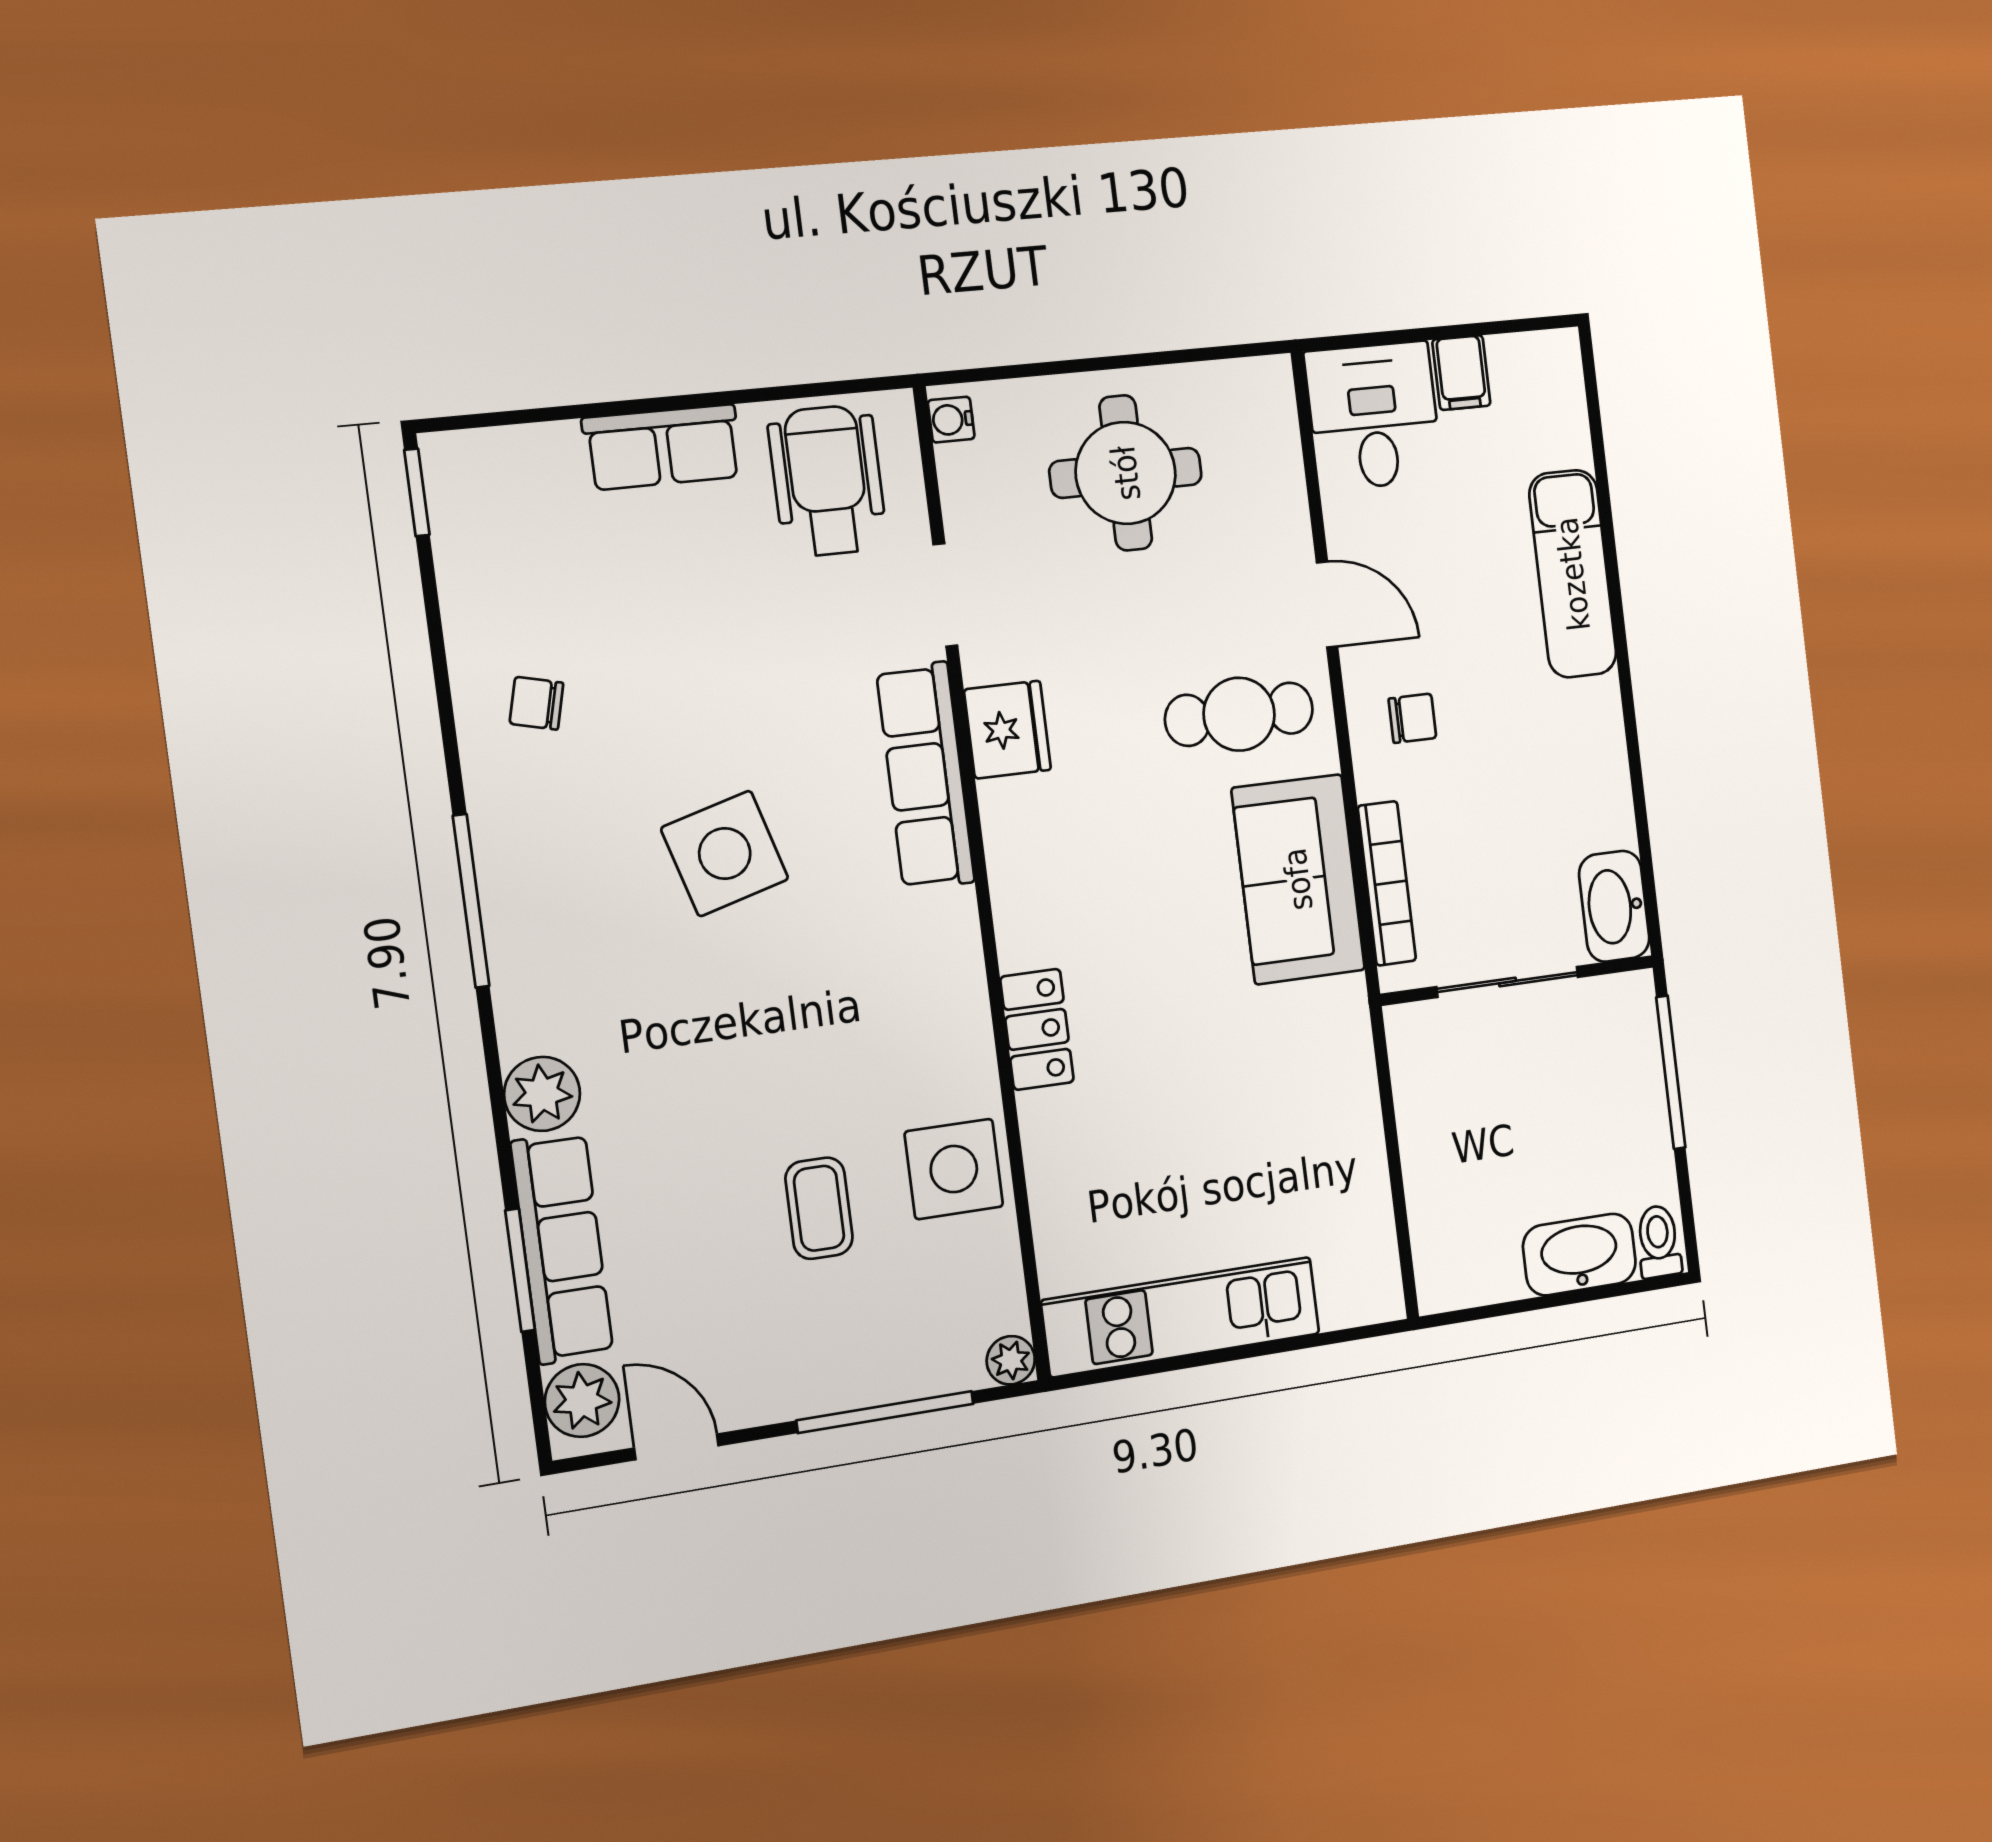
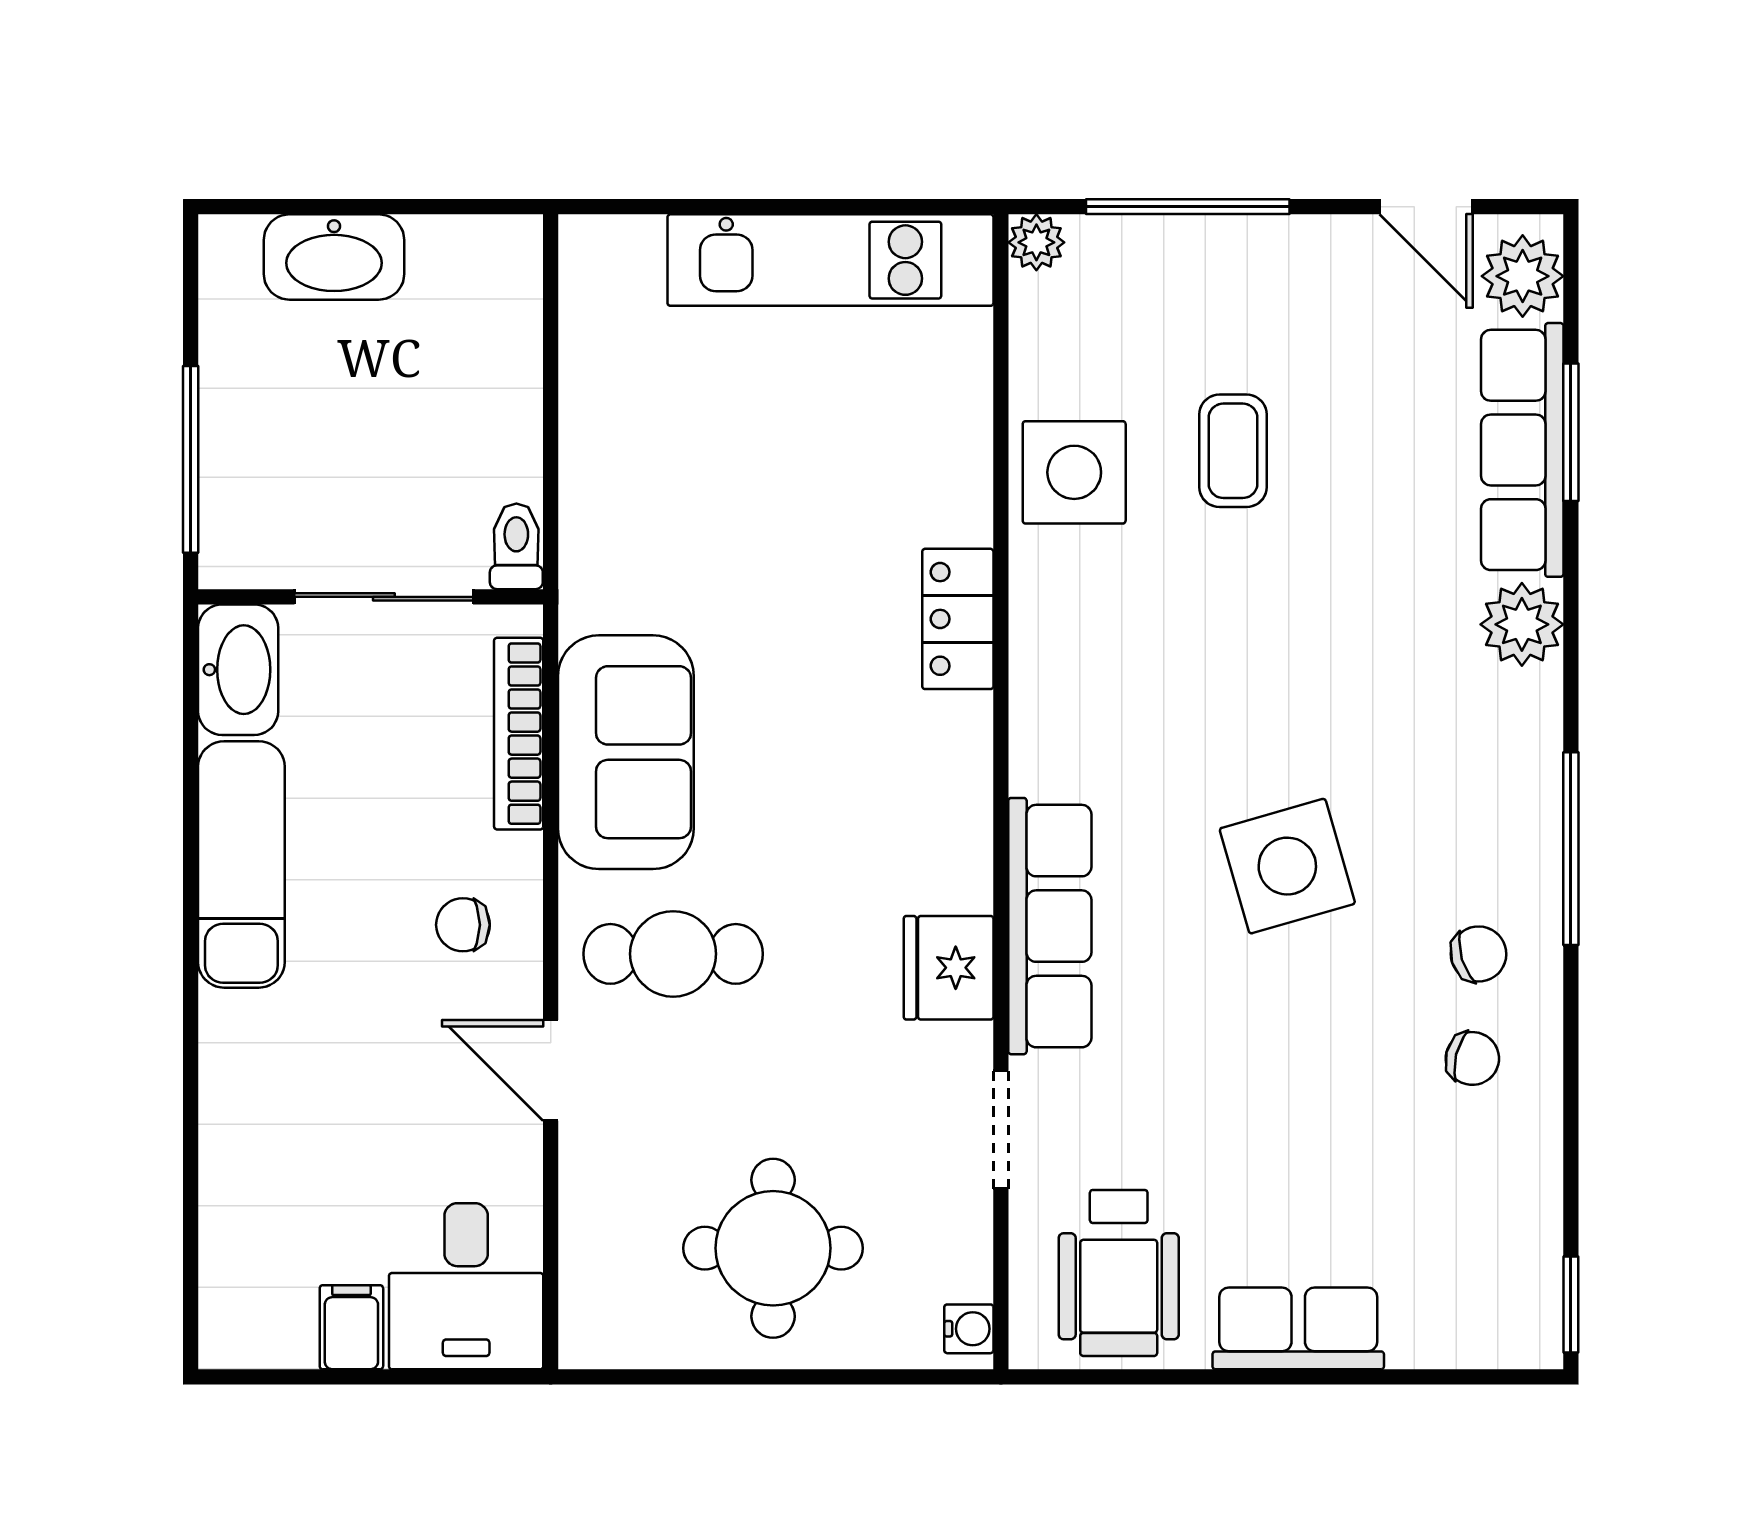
exam couch: (1573, 574) -> (241, 864), moved
chair: (543, 797) -> (1479, 954), added
toilet: (1659, 1241) -> (516, 546), moved, turned 180

